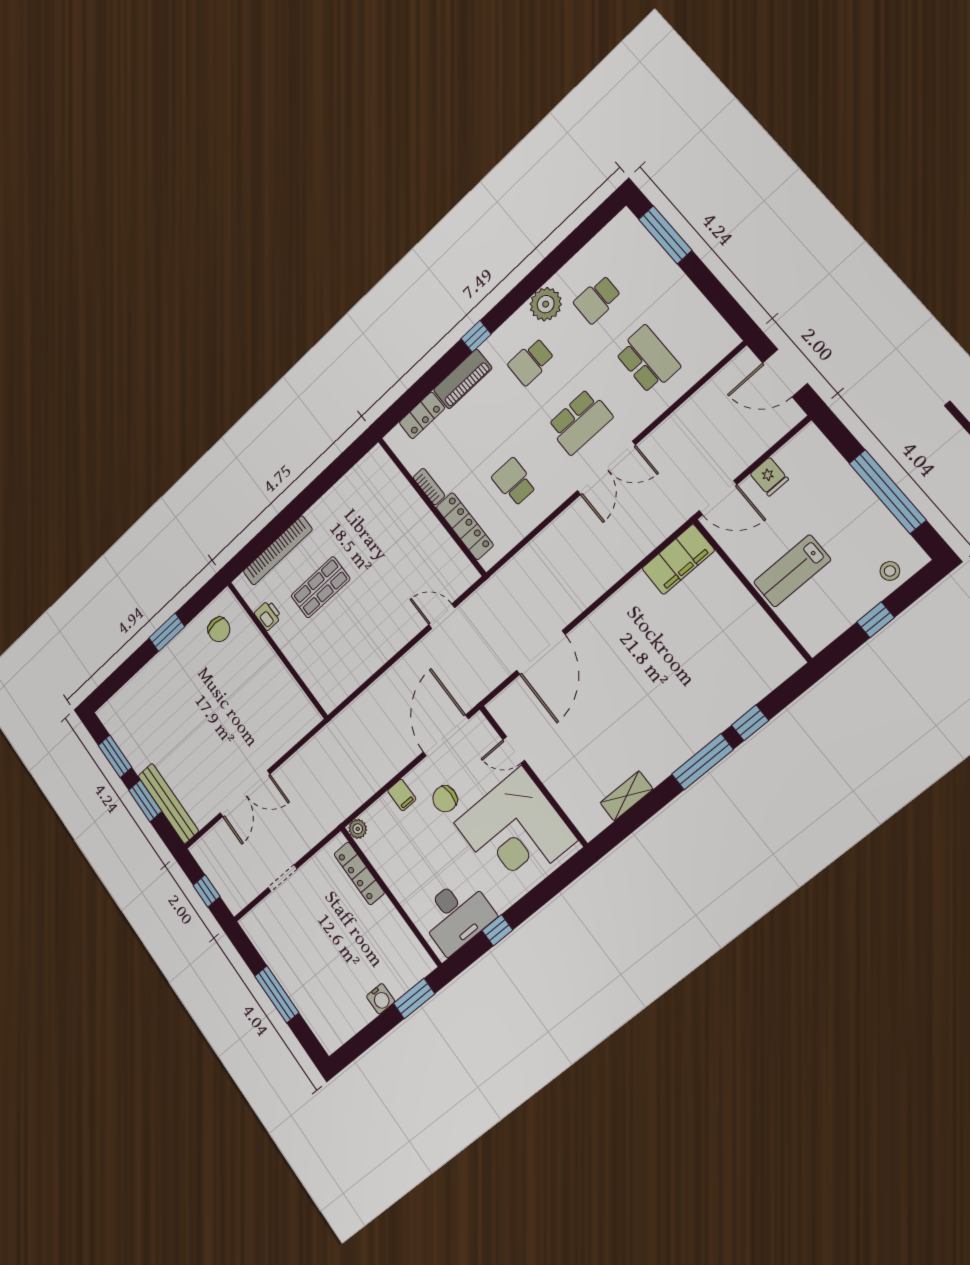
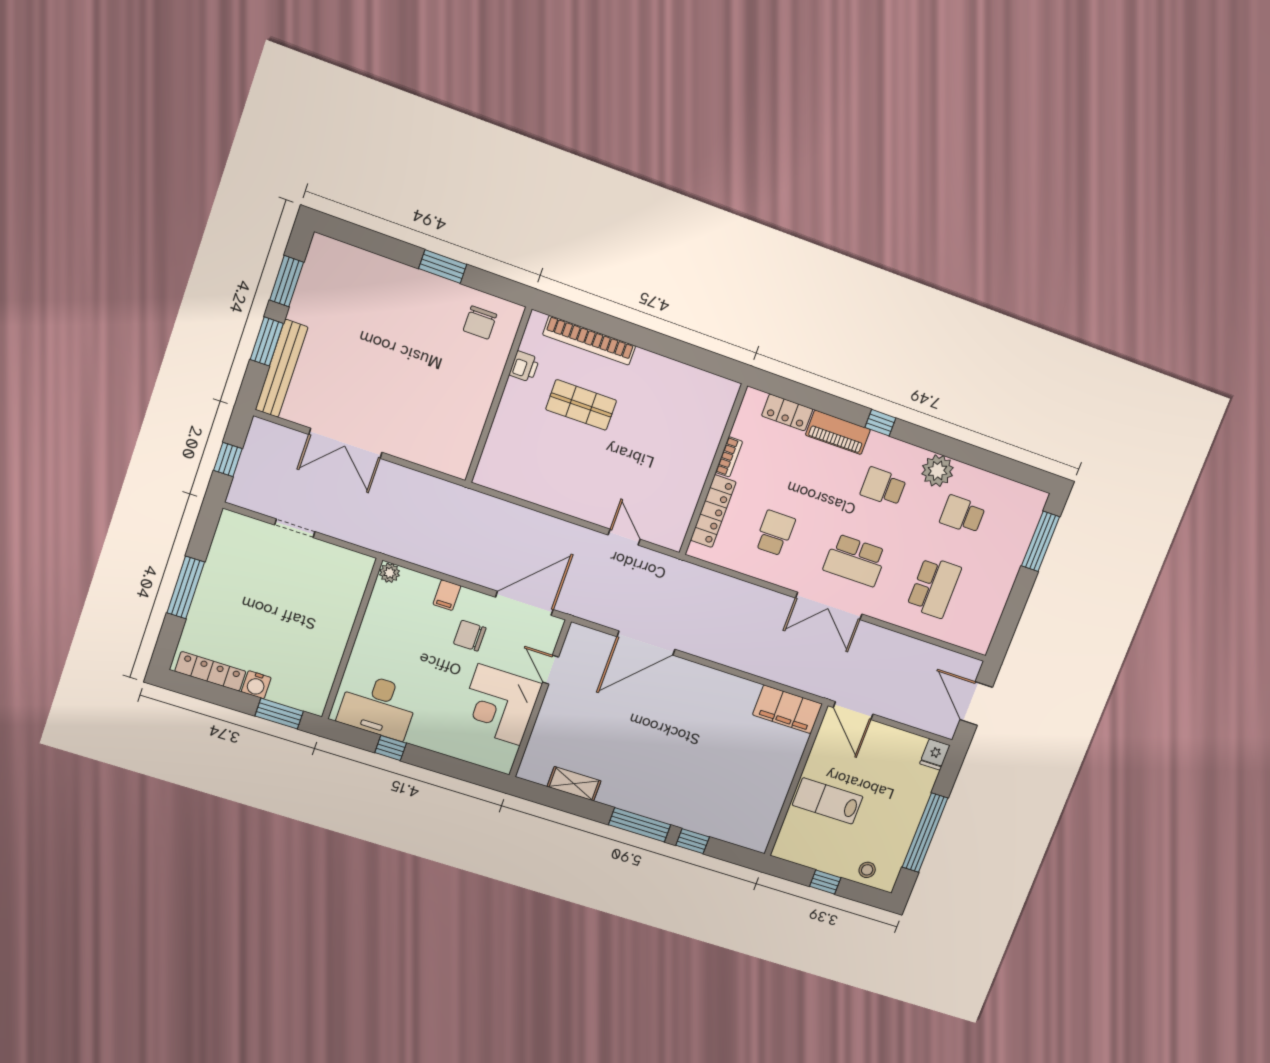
fridge: (769, 477) -> (935, 755), moved
corner desk: (515, 831) -> (499, 705), width x0.74, depth x0.74
locker: (359, 873) -> (210, 671), moved, turned 90

